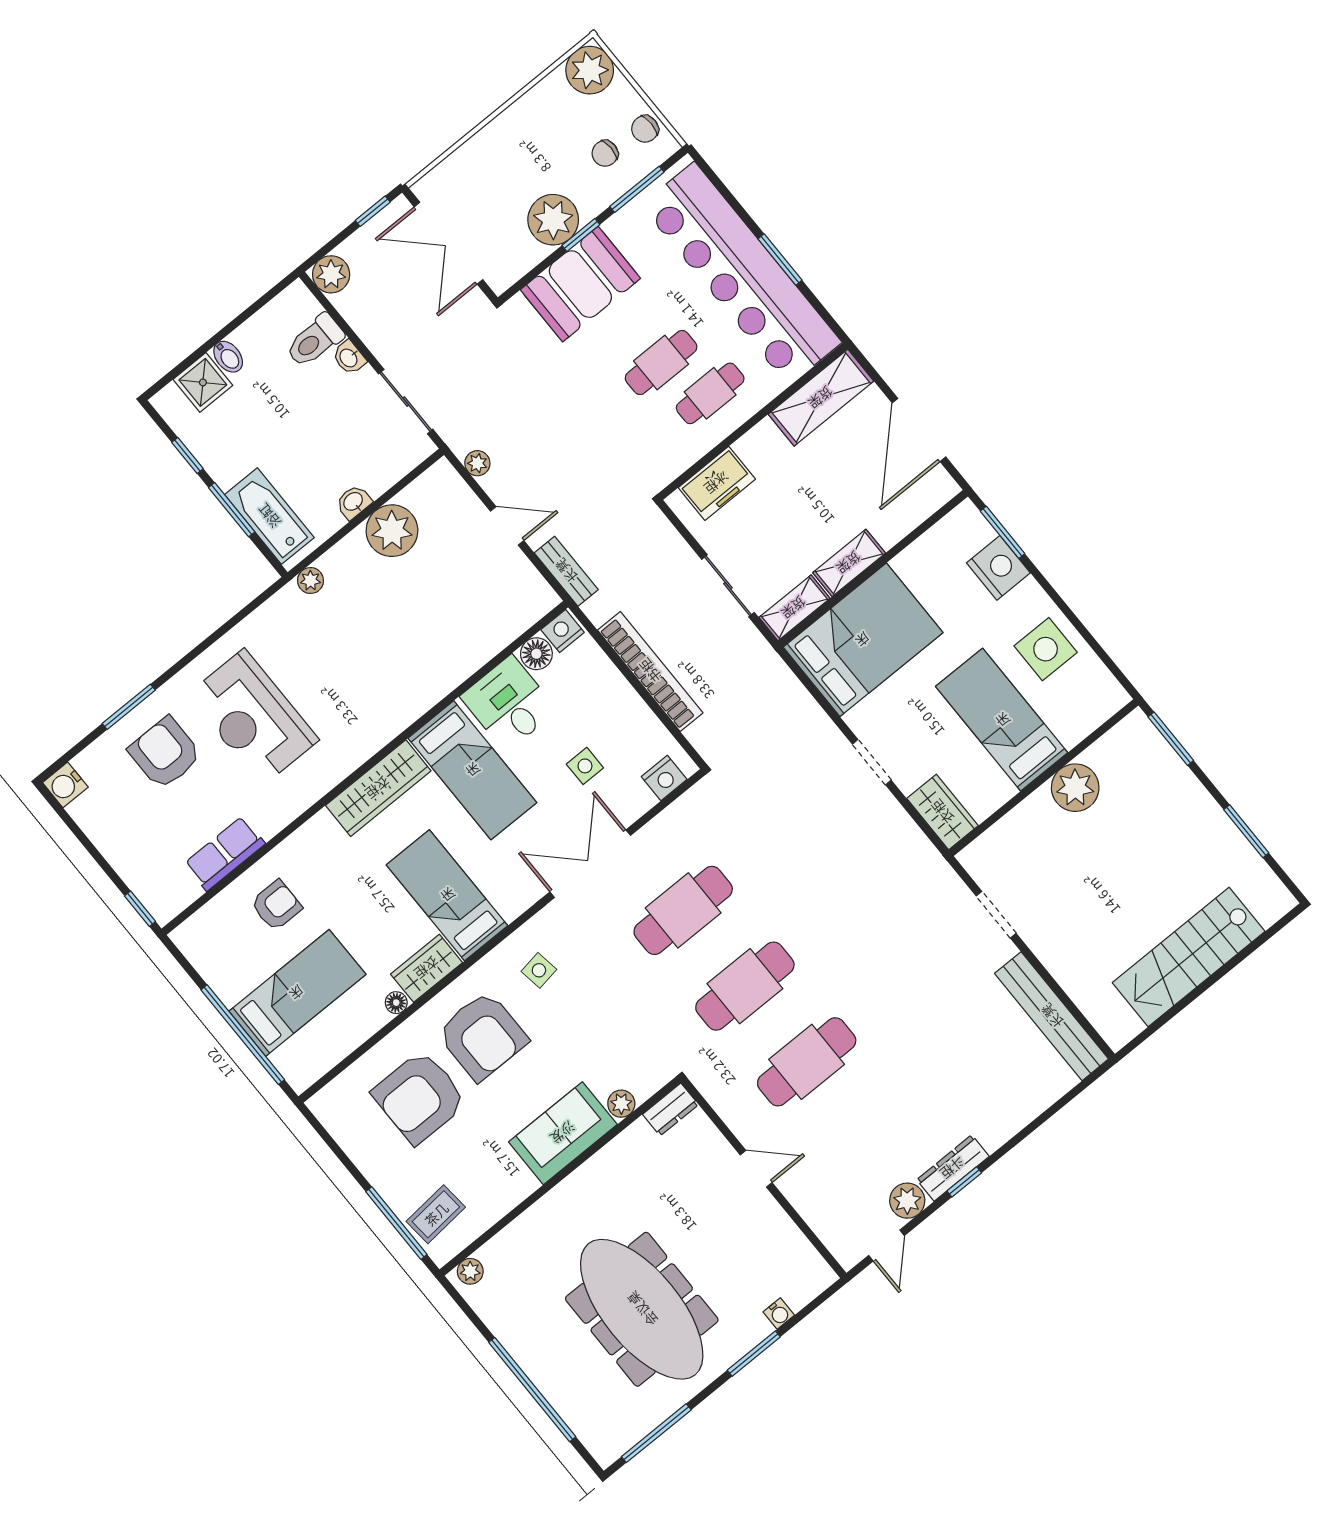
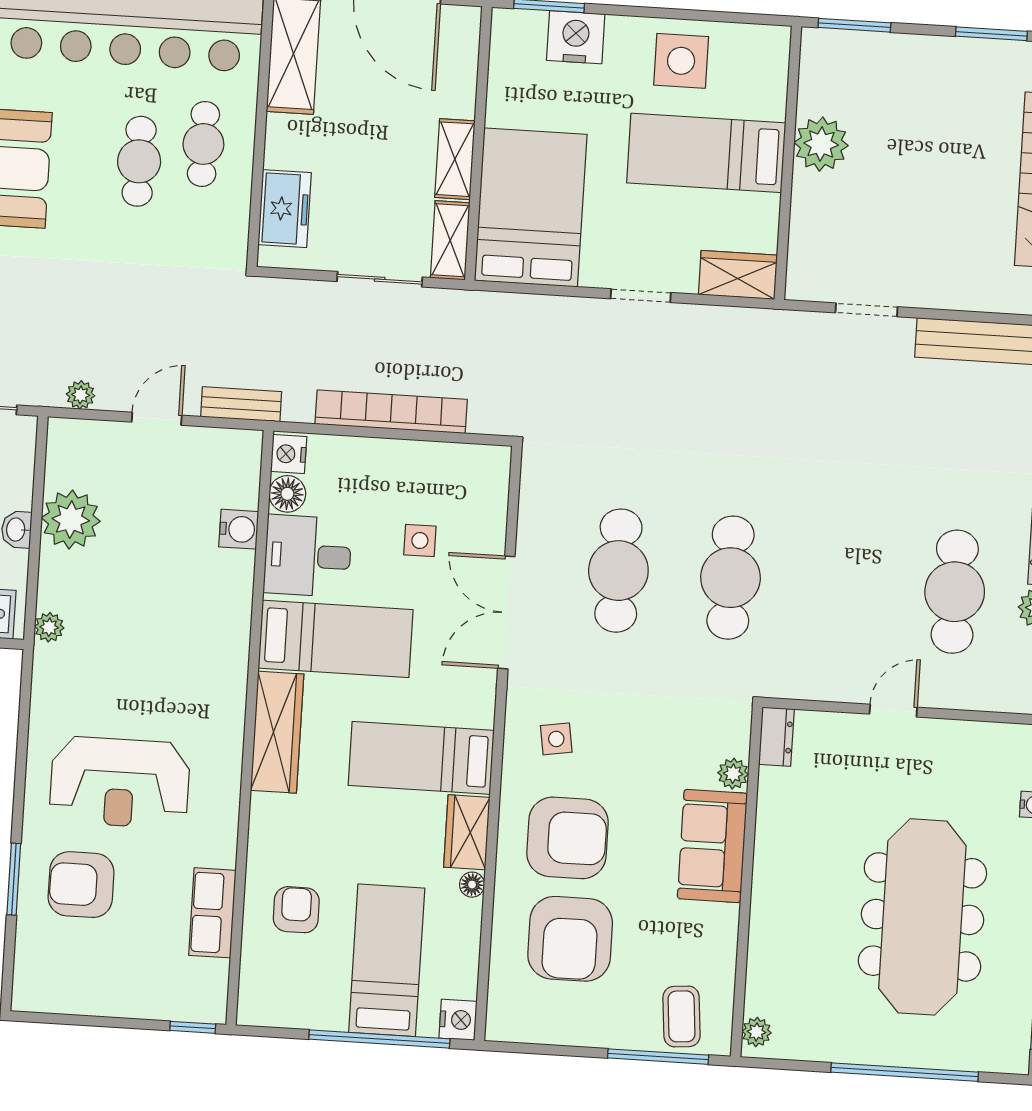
nightstand: (664, 778) -> (458, 1020), moved
water cooler: (65, 785) -> (239, 529), moved, turned -90
cafe table: (807, 1062) -> (955, 592), moved
meeting table: (642, 1309) -> (922, 917), turned 90

